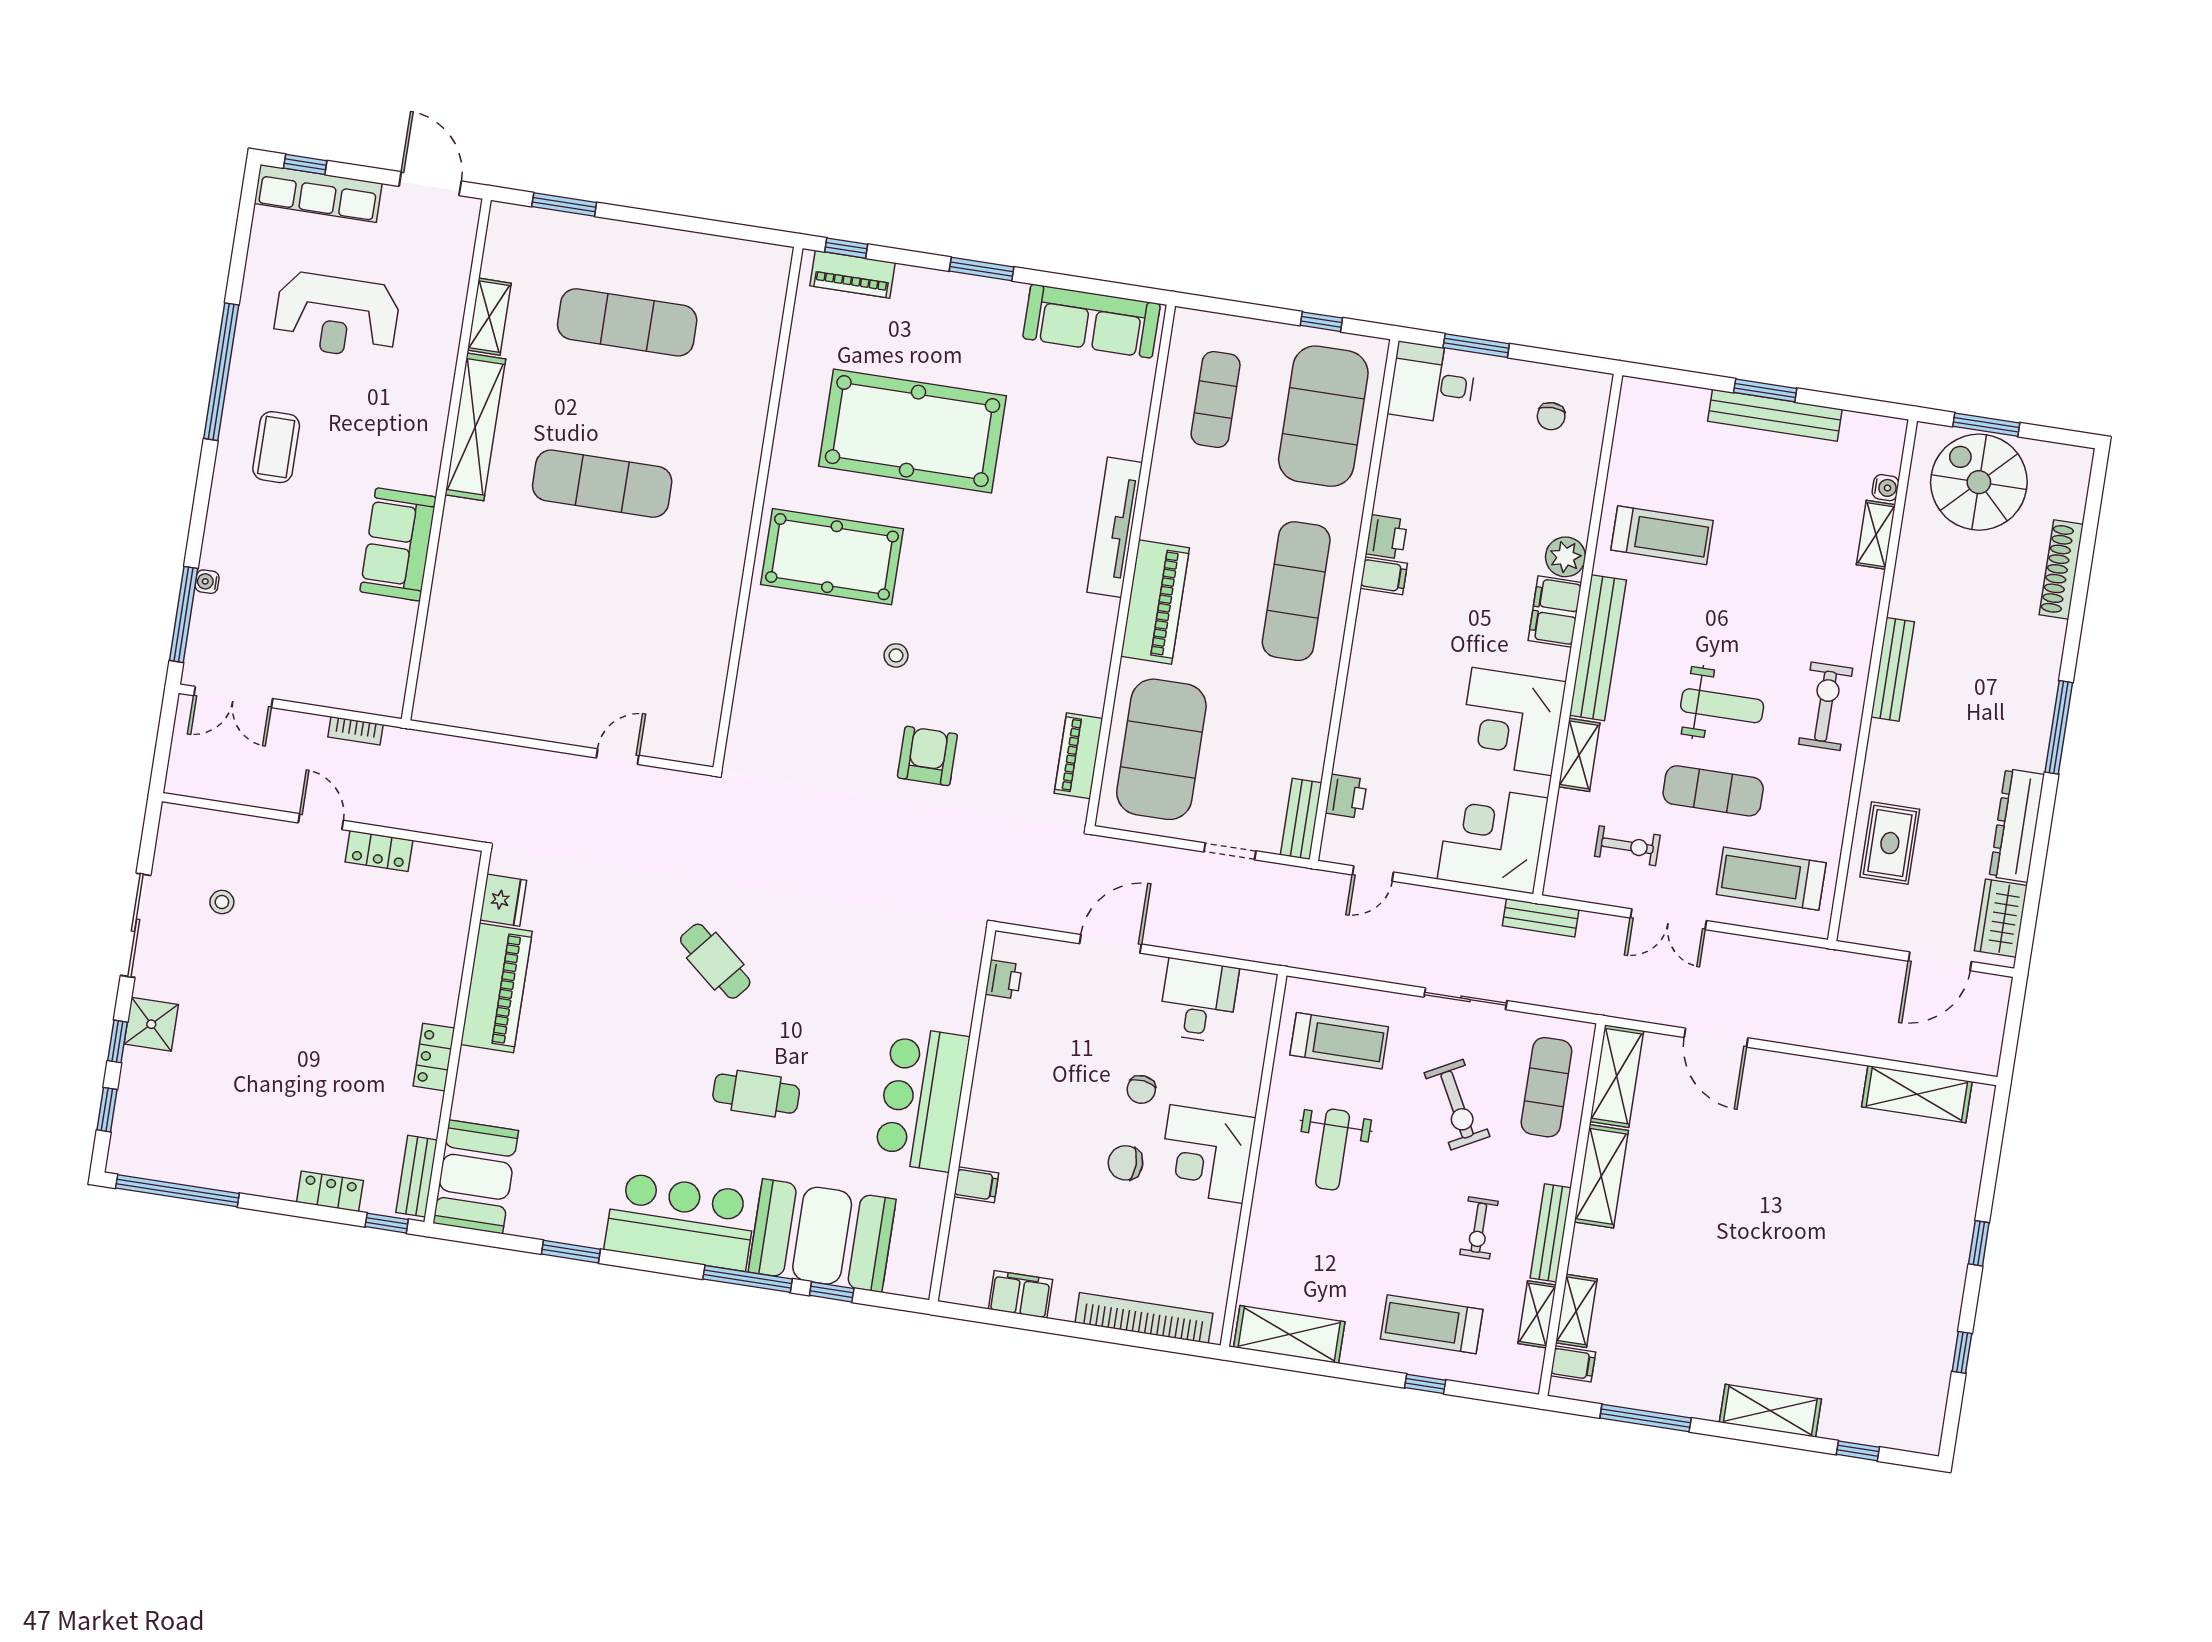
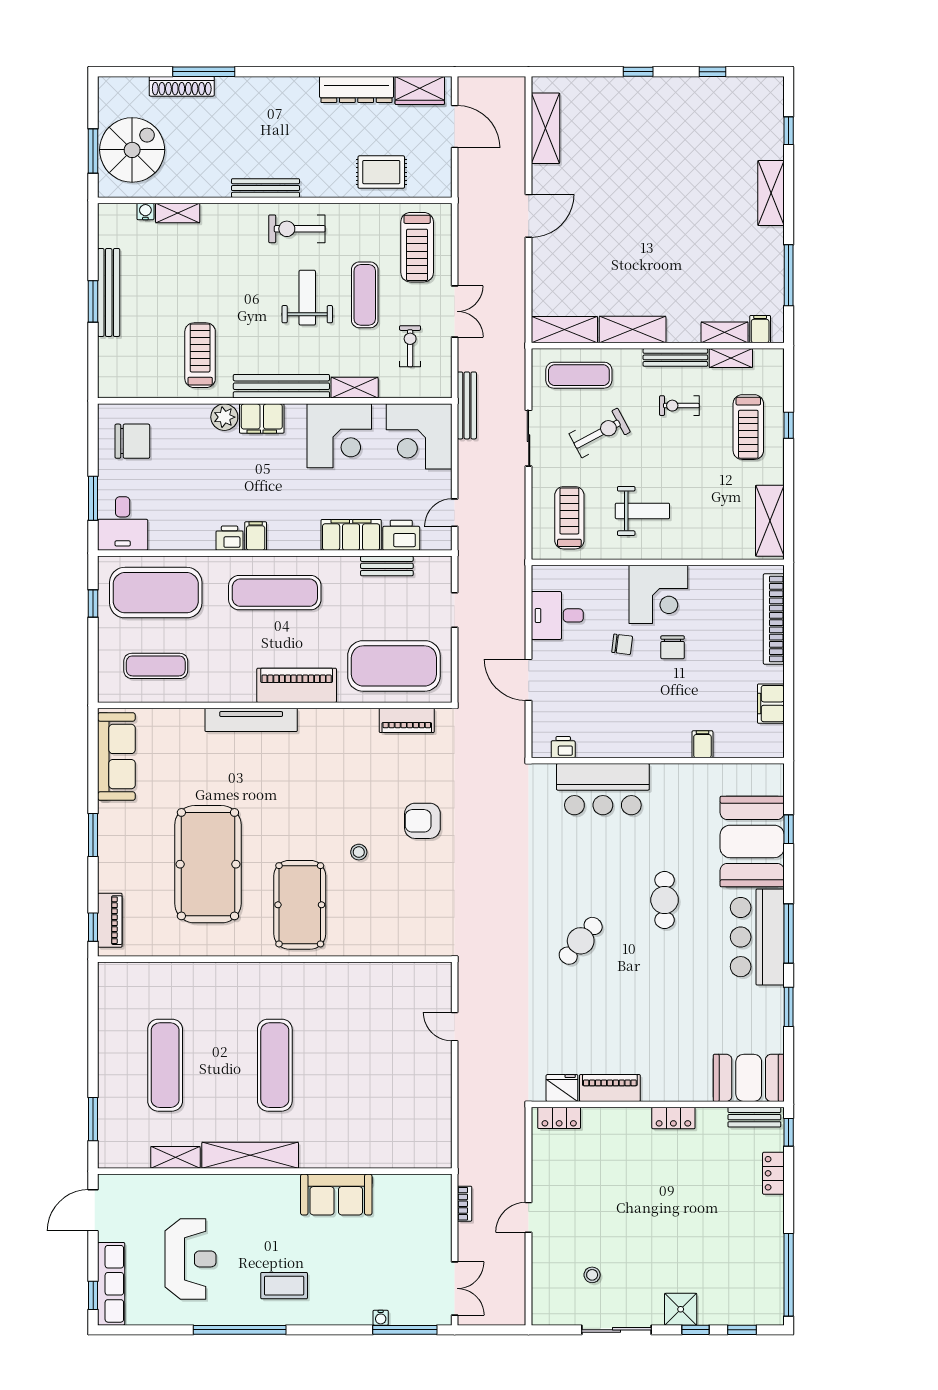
chair: (1551, 416) -> (132, 441), width x1.87, depth x1.87
spiral stairs: (1979, 482) -> (132, 150), turned 180
filing cabinet: (1364, 716) -> (351, 535), added
window: (2059, 727) -> (204, 72), moved
printer: (1346, 796) -> (401, 535), width x1.36, depth x1.24
bench: (1301, 819) -> (387, 566), moved
locker: (379, 851) -> (559, 1118), moved, turned 90
door: (1373, 873) -> (455, 513), swing flipped
bench: (1541, 918) -> (467, 405), width x1.36
piano: (496, 988) -> (610, 1088), width x0.73, depth x0.75
door: (1716, 1038) -> (529, 216), moved
bar counter: (922, 1099) -> (603, 789), moved
exercise bike: (1479, 1228) -> (679, 406), turned 180
window: (748, 1279) -> (789, 933), moved

